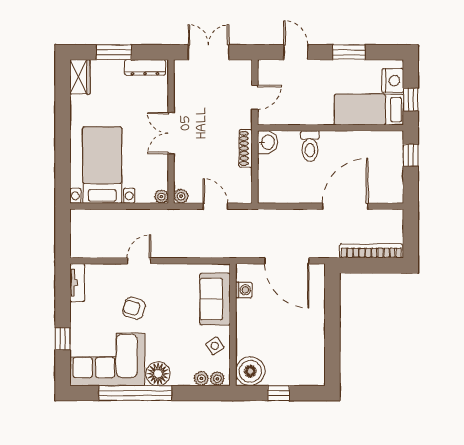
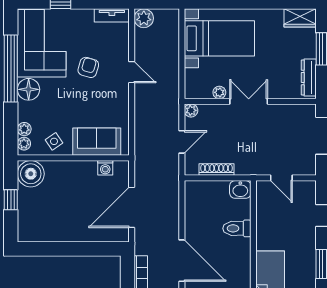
shoe rack: (246, 148) -> (216, 170), moved
plant: (161, 197) -> (219, 92), moved
plant: (80, 248) -> (144, 18), added

